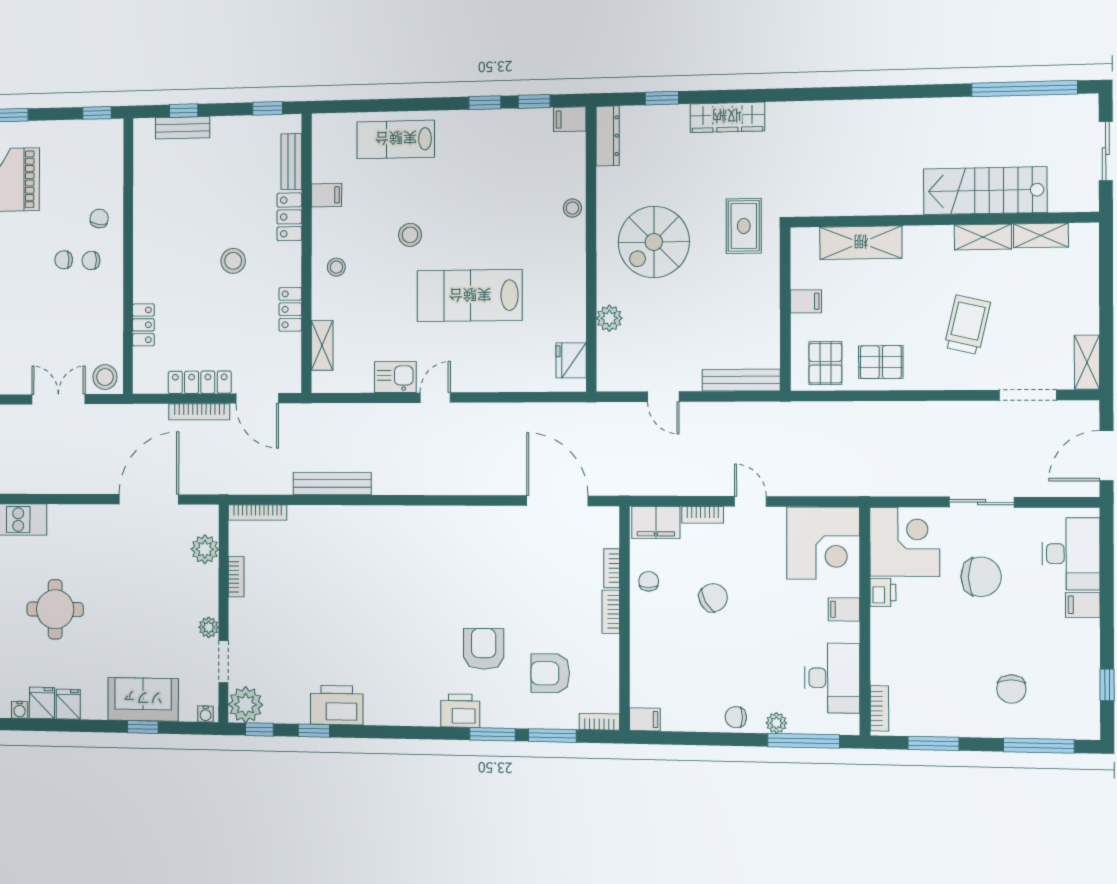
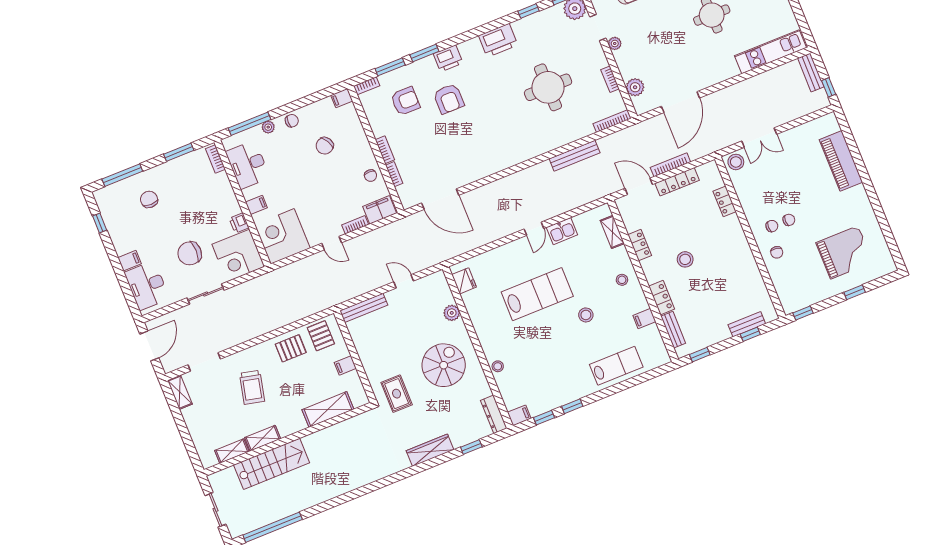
chair: (713, 598) -> (325, 146), moved
round table: (331, 603) -> (548, 87), added
printer: (337, 705) -> (498, 40), moved

